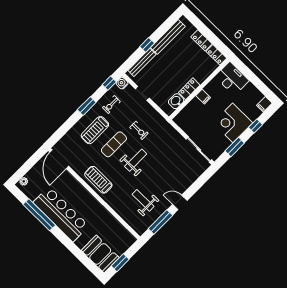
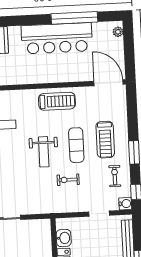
treadmill: (95, 130) -> (105, 140), turned 180

